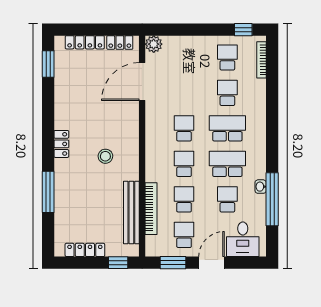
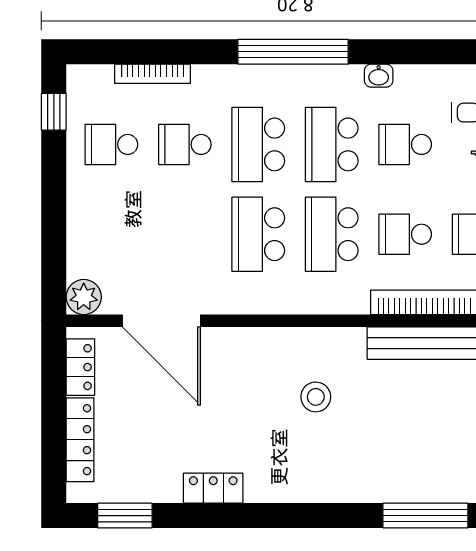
bookcase: (262, 60) -> (152, 74), moved
school desk: (184, 128) -> (258, 234), width x1.85
locker: (61, 144) -> (213, 488), moved
school desk: (184, 164) -> (332, 234), width x1.85
window: (48, 192) -> (425, 516), moved
window: (272, 199) -> (293, 52), moved

